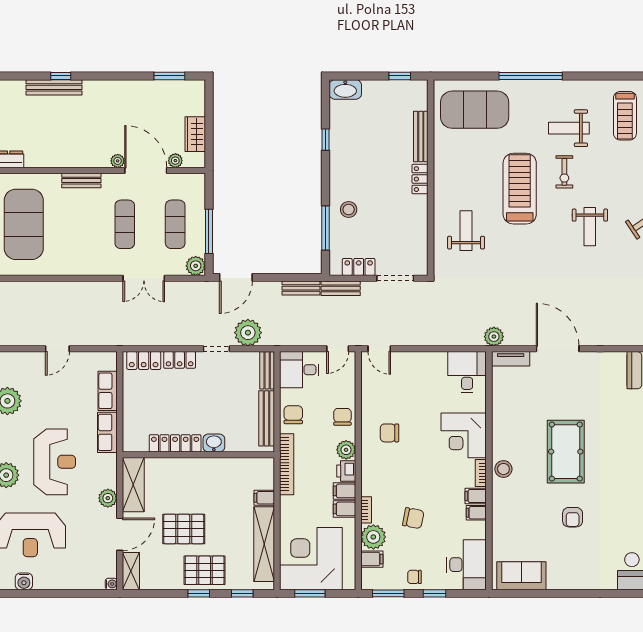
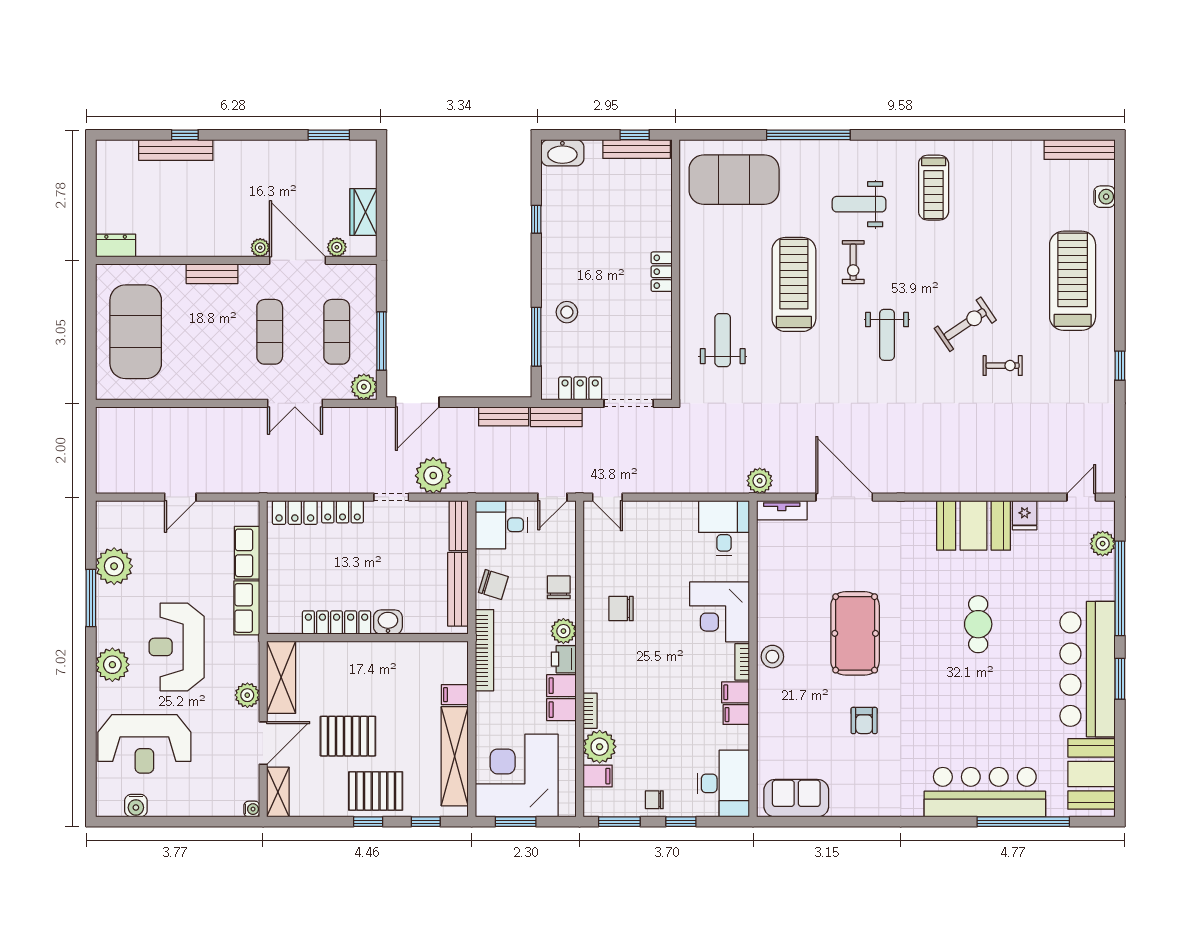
bench: (421, 137) -> (637, 149), moved, turned 90
chair: (293, 415) -> (493, 585), turned 107
reception desk: (55, 462) -> (177, 647), turned 180
chair: (413, 518) -> (653, 722), removed

